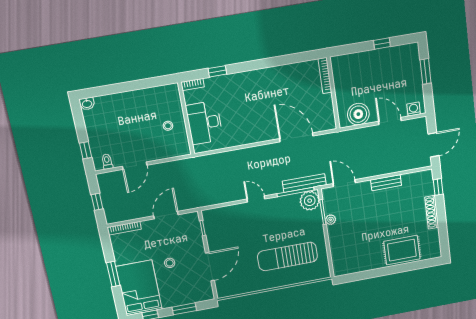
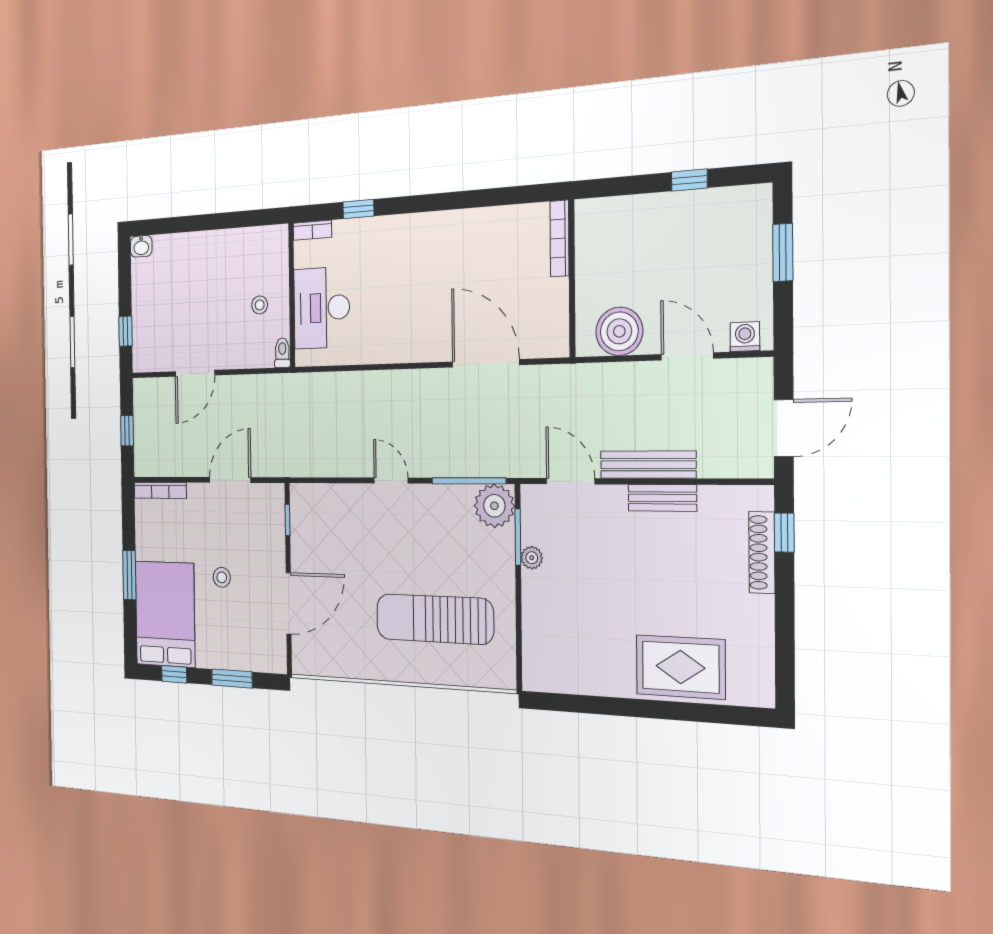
toilet: (107, 162) -> (282, 353), moved
bench: (304, 183) -> (648, 465), moved
shoe rack: (432, 212) -> (762, 552), moved

